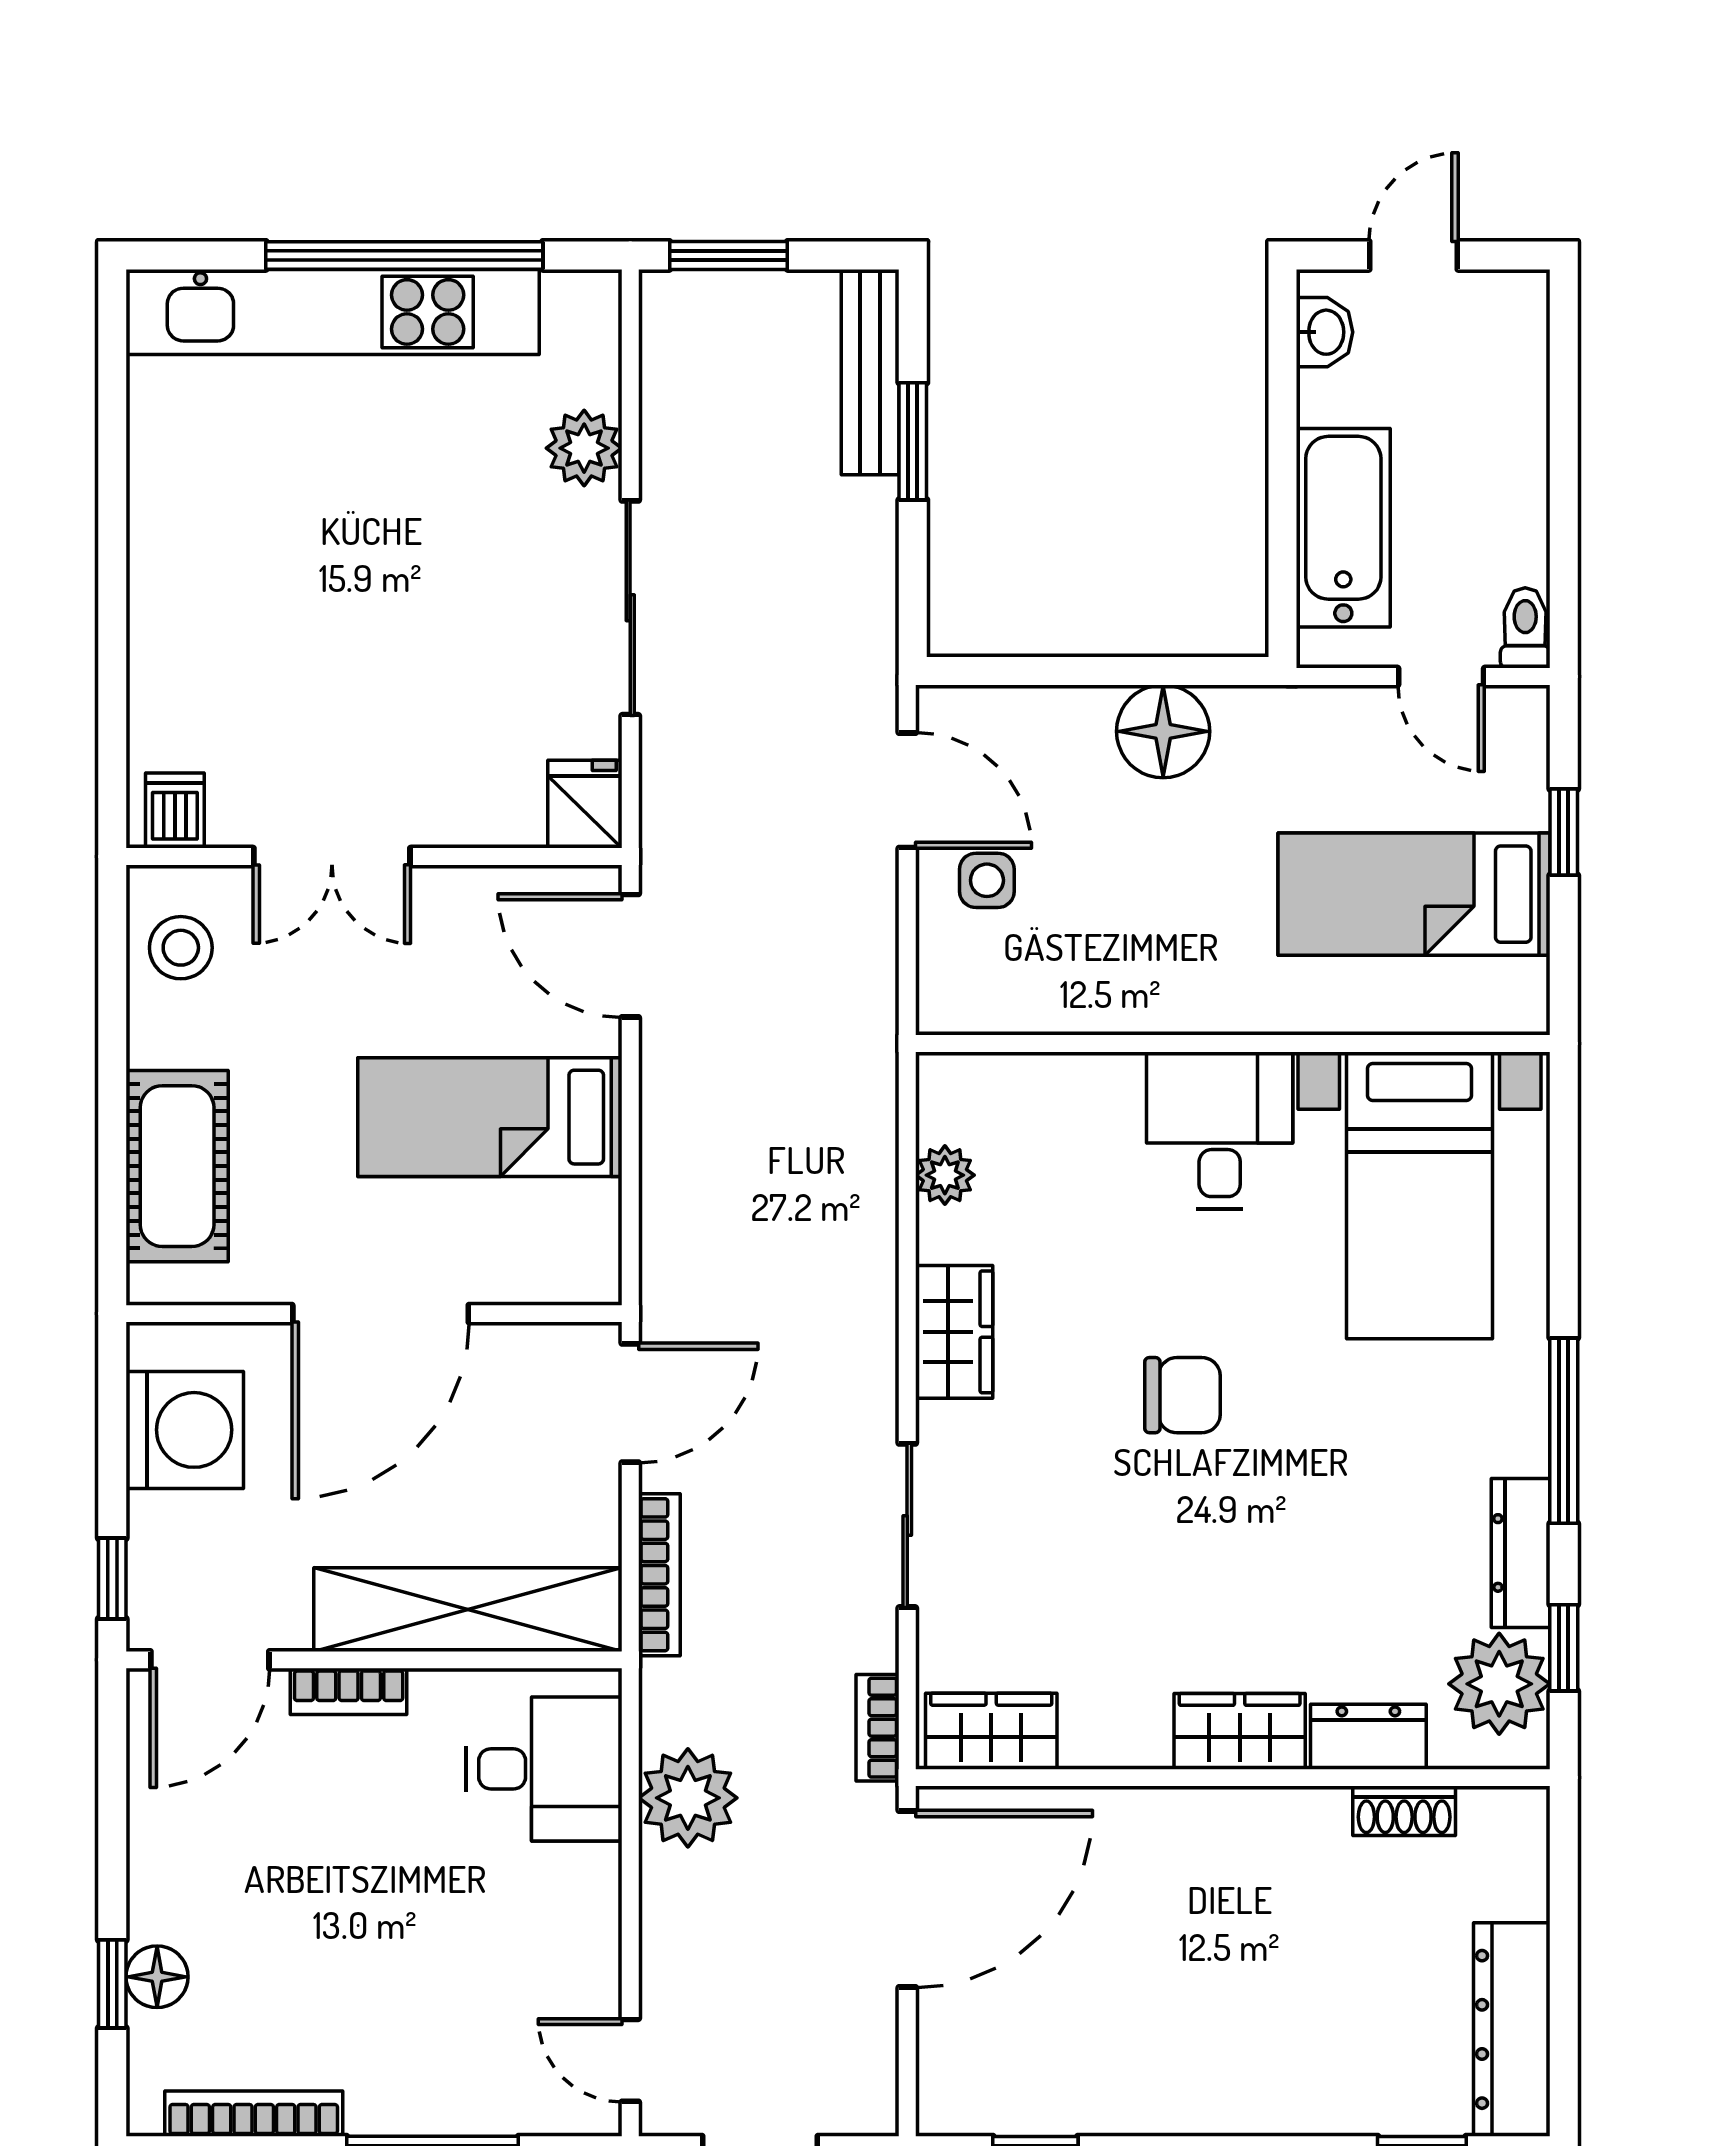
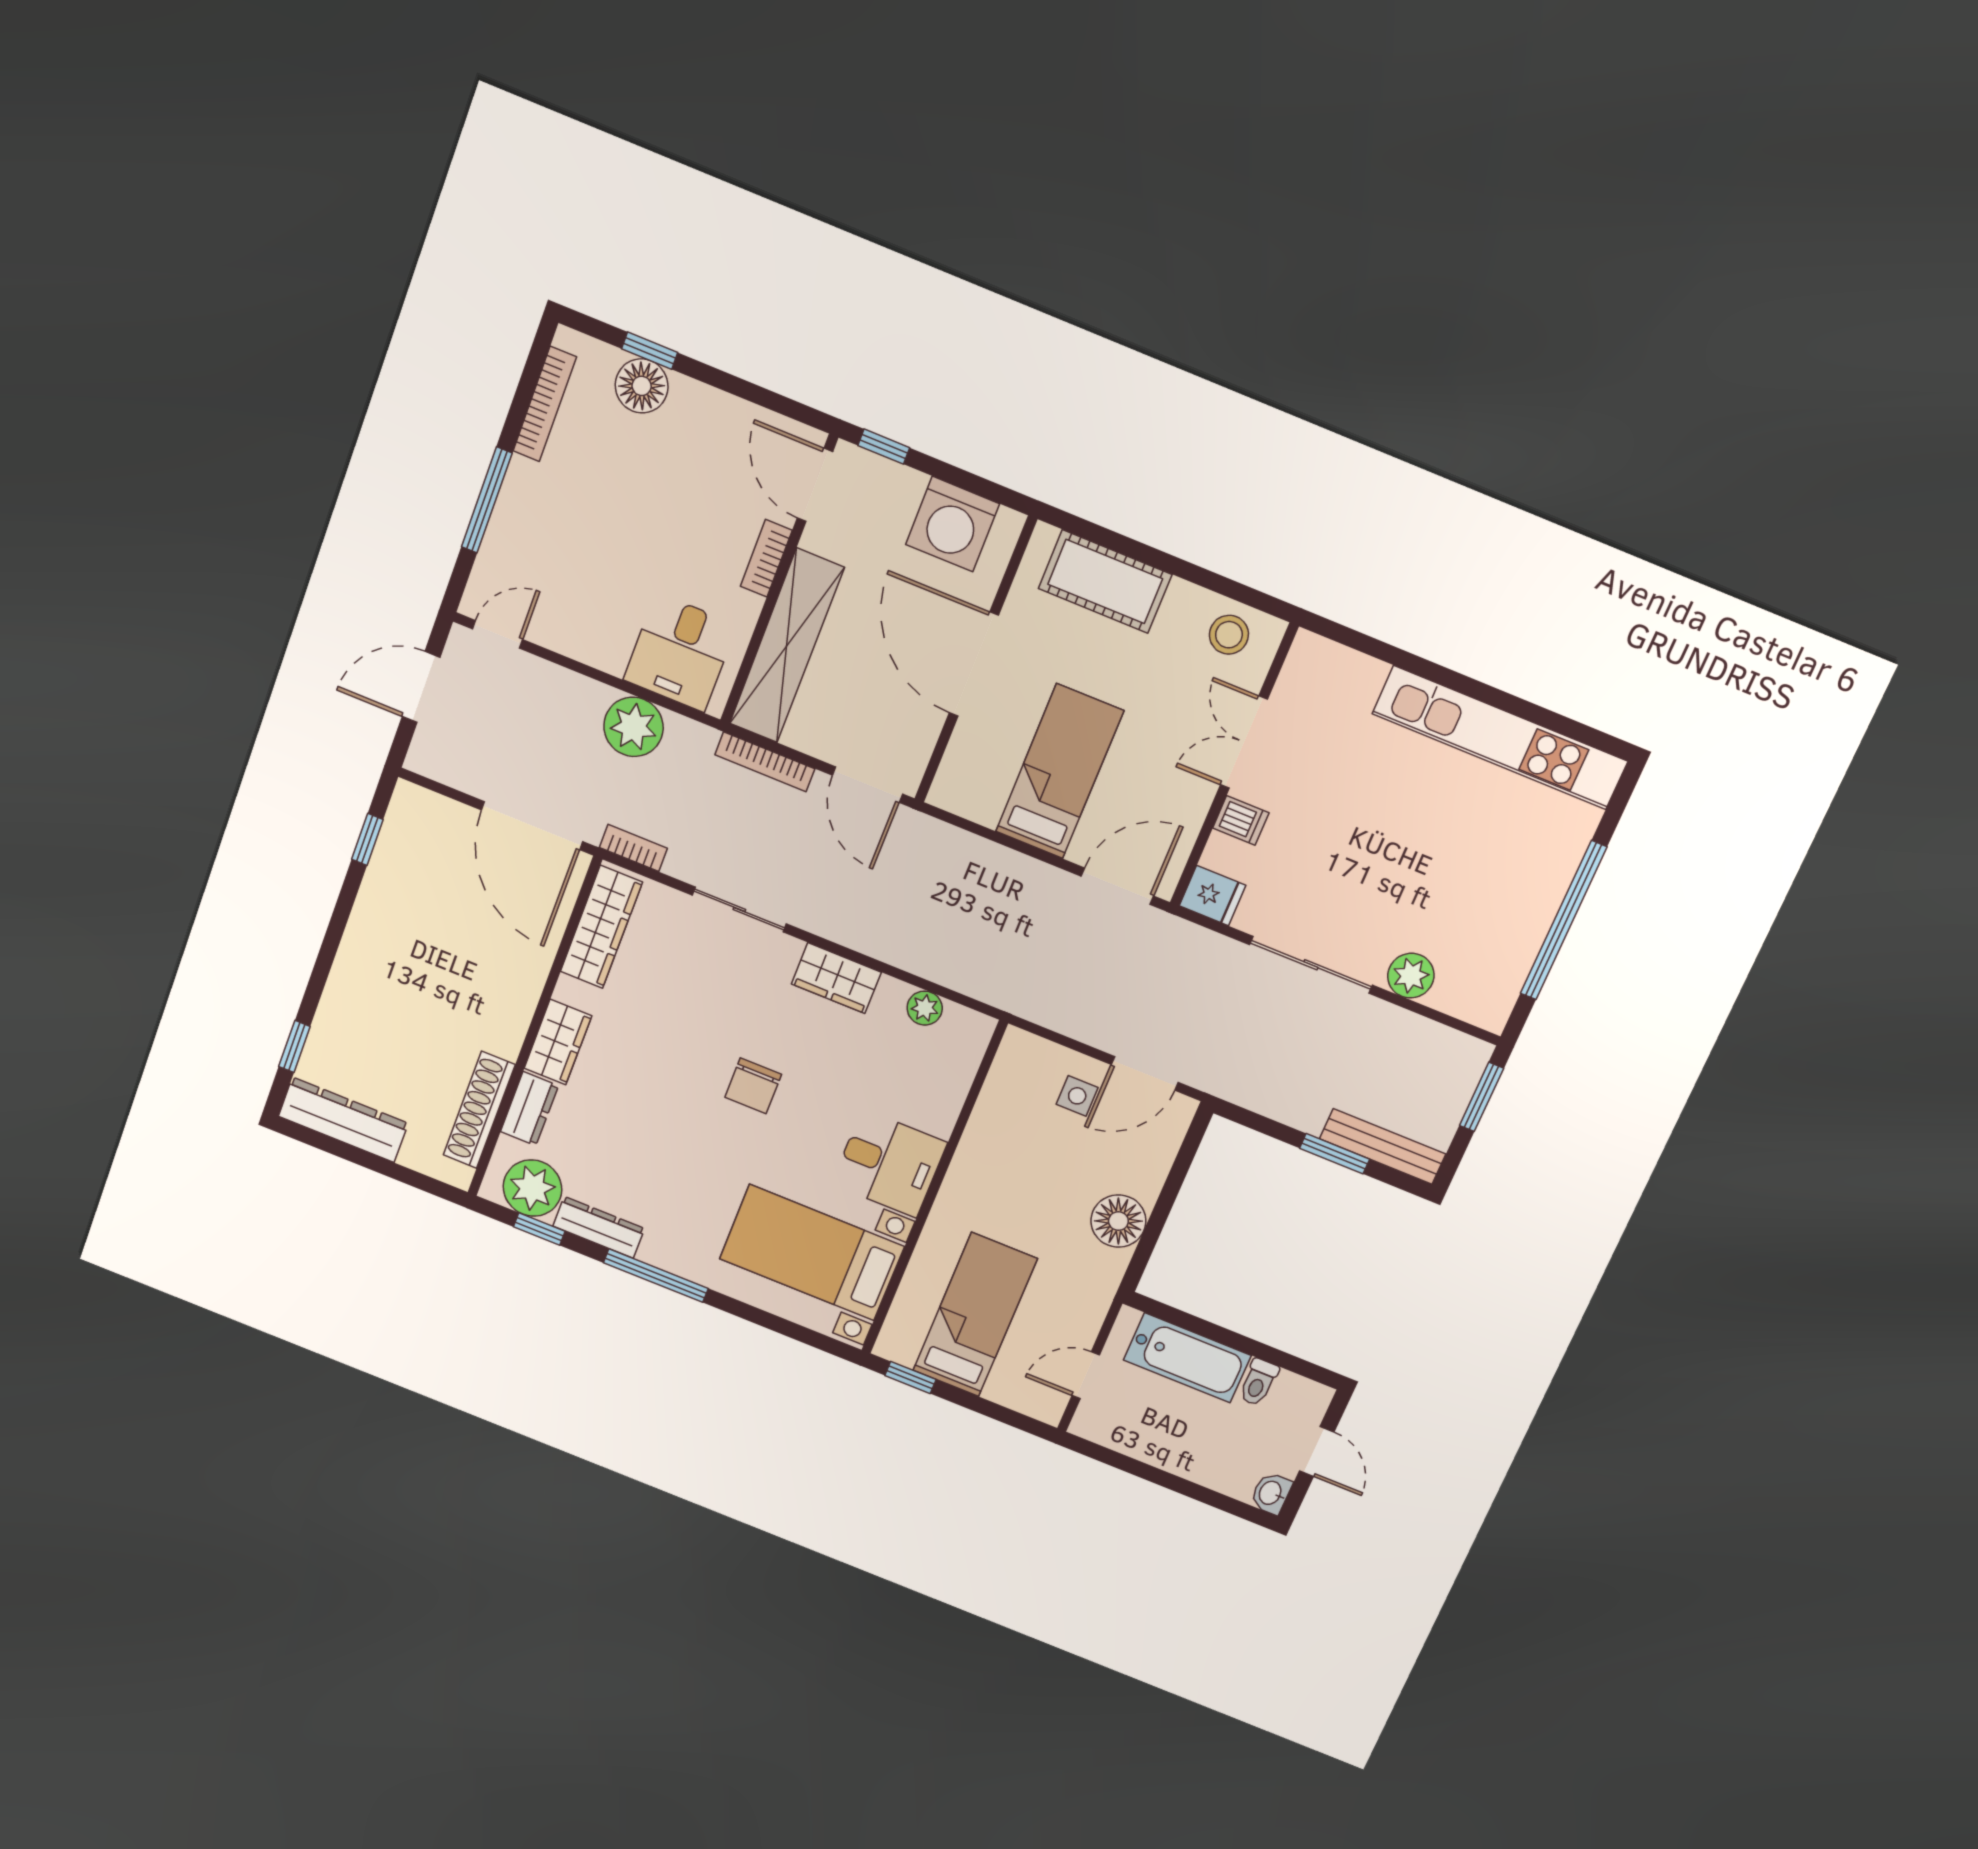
kitchen unit: (333, 312) -> (1500, 738), moved, turned -90
washbasin: (1325, 332) -> (1271, 1493), moved, turned 90
toilet: (1525, 628) -> (1258, 1382), moved, turned 90
dishwasher: (175, 811) -> (1241, 820), moved
window: (1564, 832) -> (910, 1377), moved
wardrobe: (991, 1731) -> (601, 927), width x1.50
shoe rack: (1404, 1811) -> (479, 1110), width x1.94, depth x1.24
floor lamp: (157, 1977) -> (642, 386), width x1.38, depth x1.38

